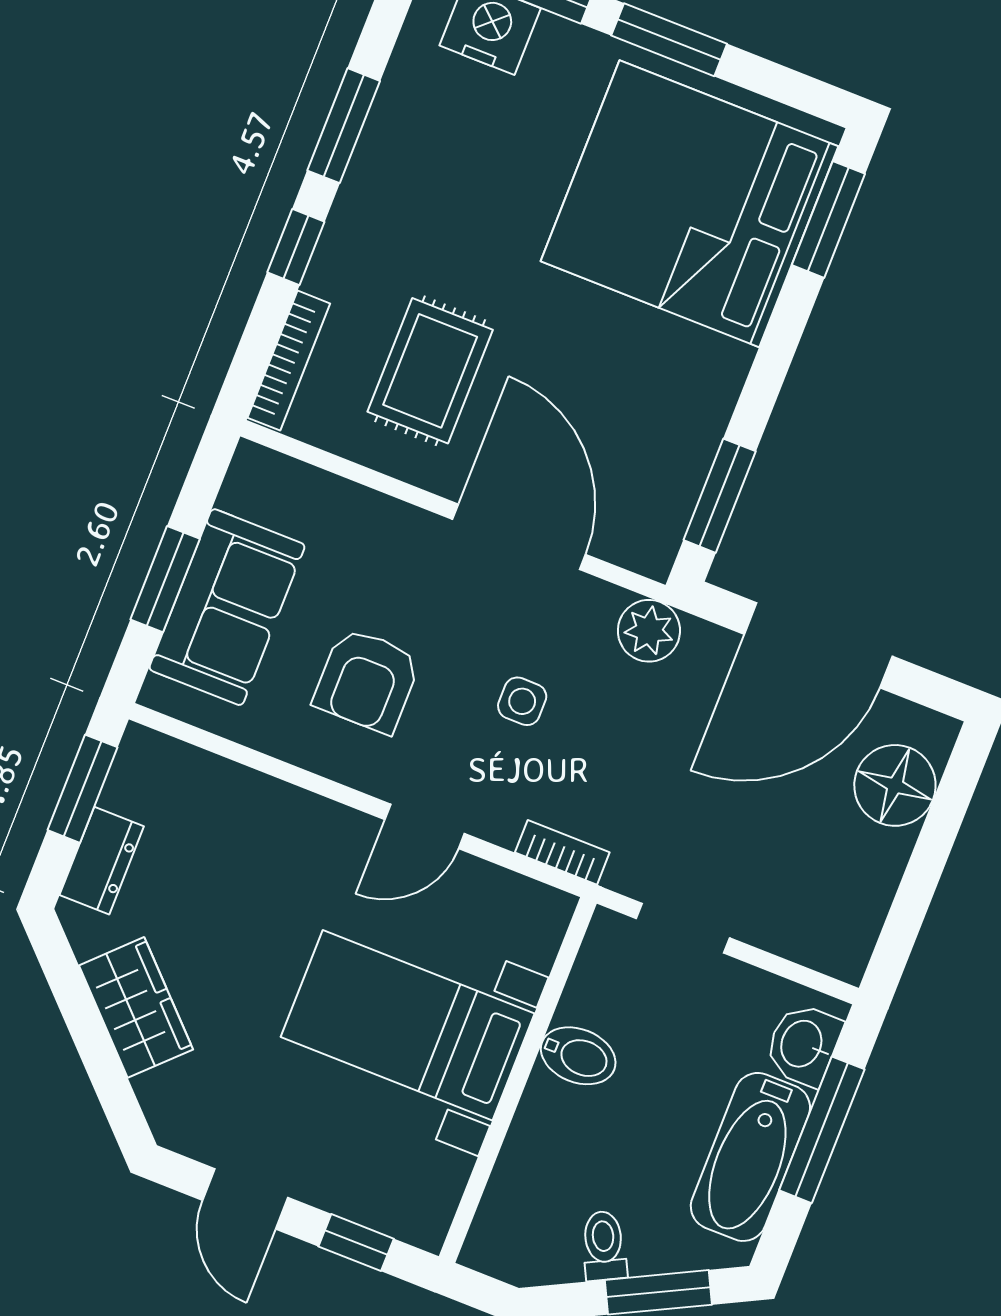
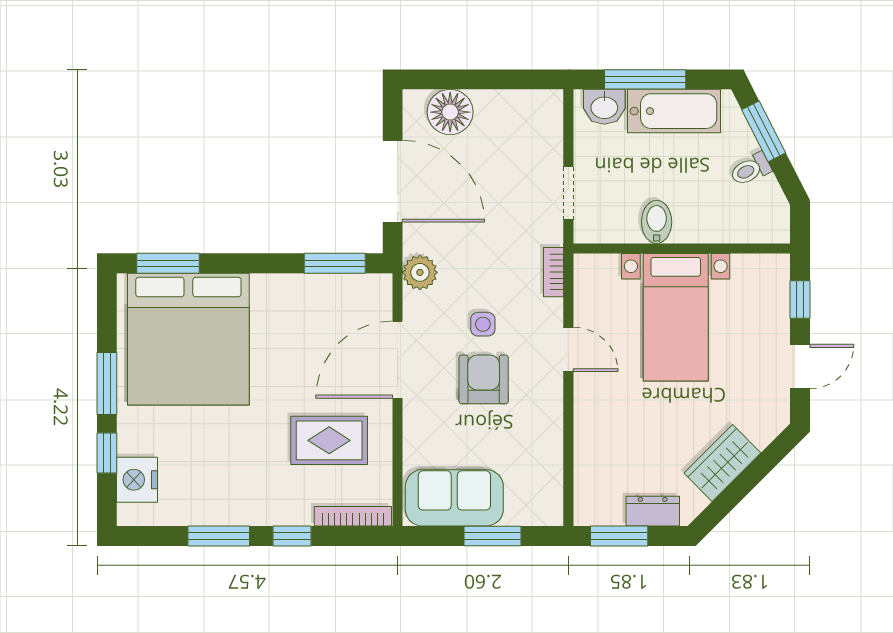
sofa: (227, 607) -> (454, 498), moved
armchair: (367, 680) -> (484, 379), moved, turned -90

